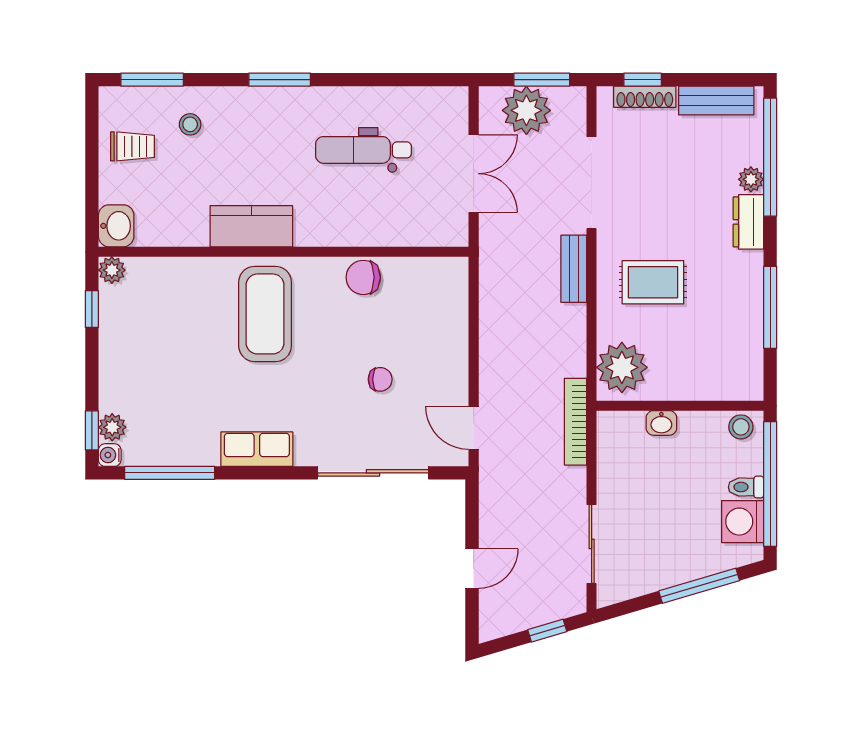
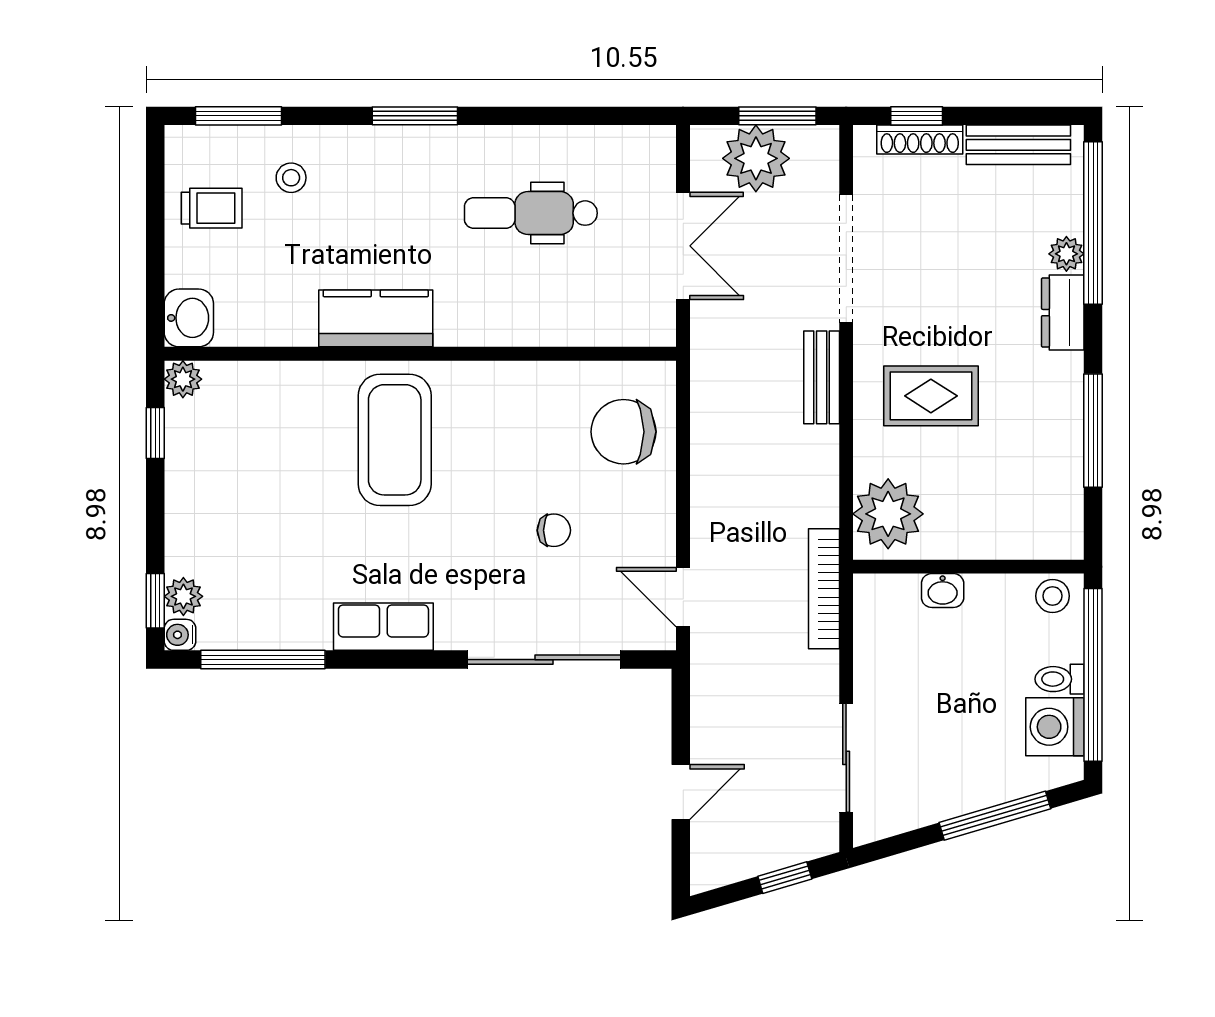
chair: (363, 277) -> (624, 432), moved, width x1.37, depth x1.37

